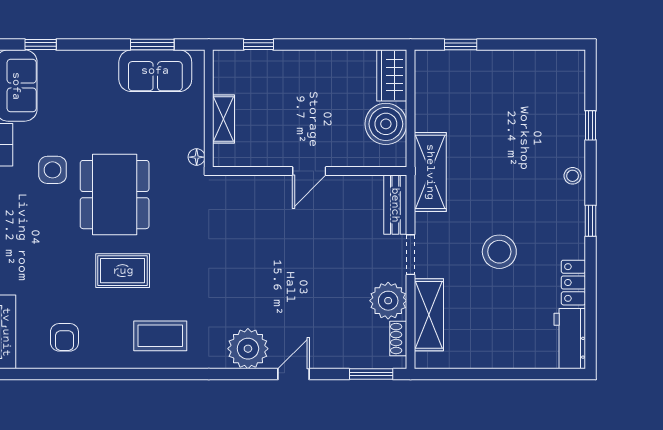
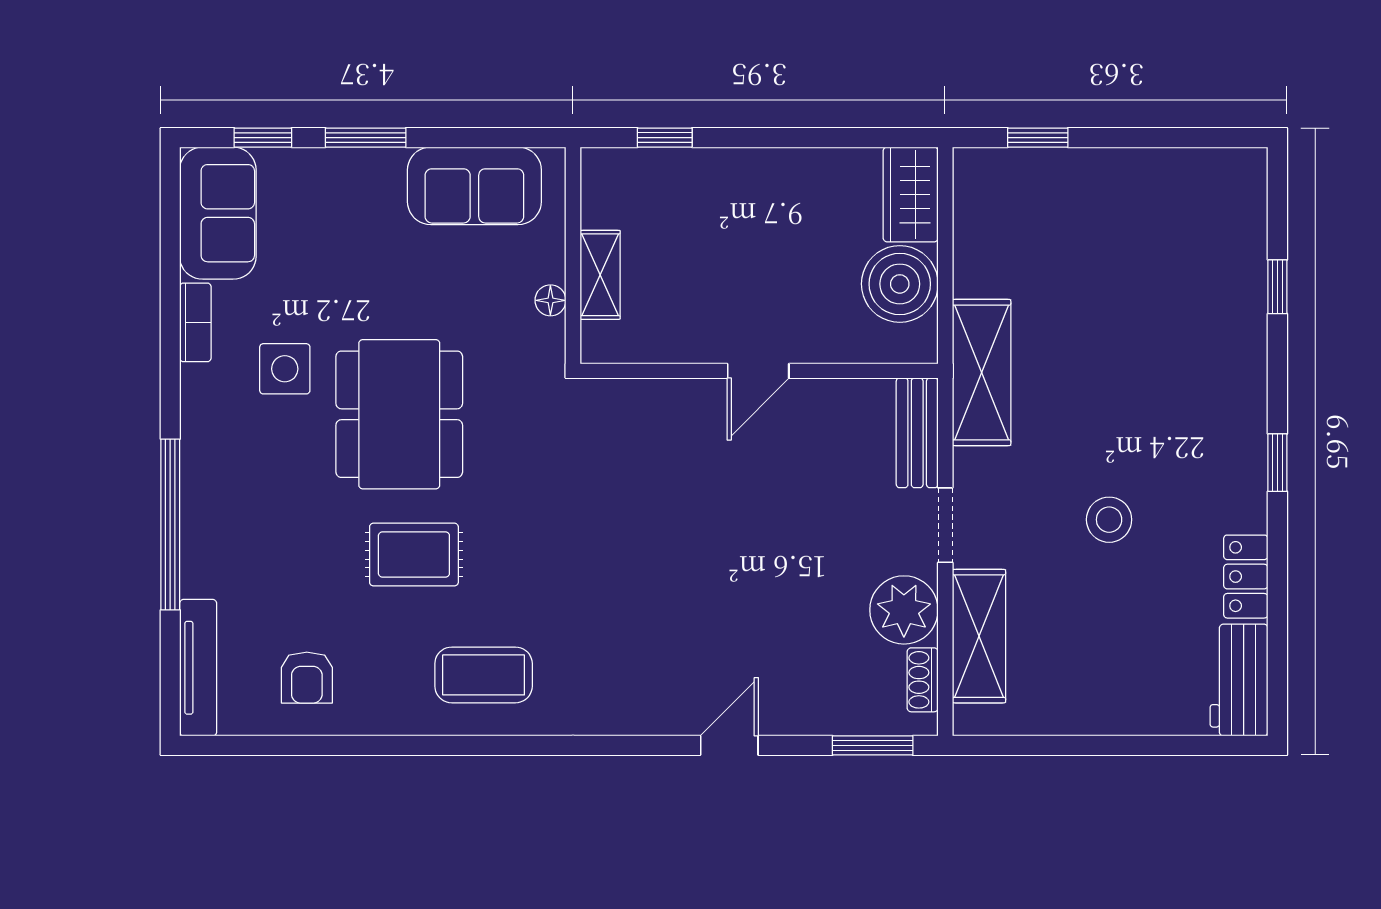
window: (152, 45) -> (366, 138), moved
floor lamp: (197, 157) -> (550, 300), moved
stool: (573, 176) -> (1244, 380), removed
stool: (499, 252) -> (1109, 520), width x0.73, depth x0.73
plant: (248, 349) -> (645, 699), removed

